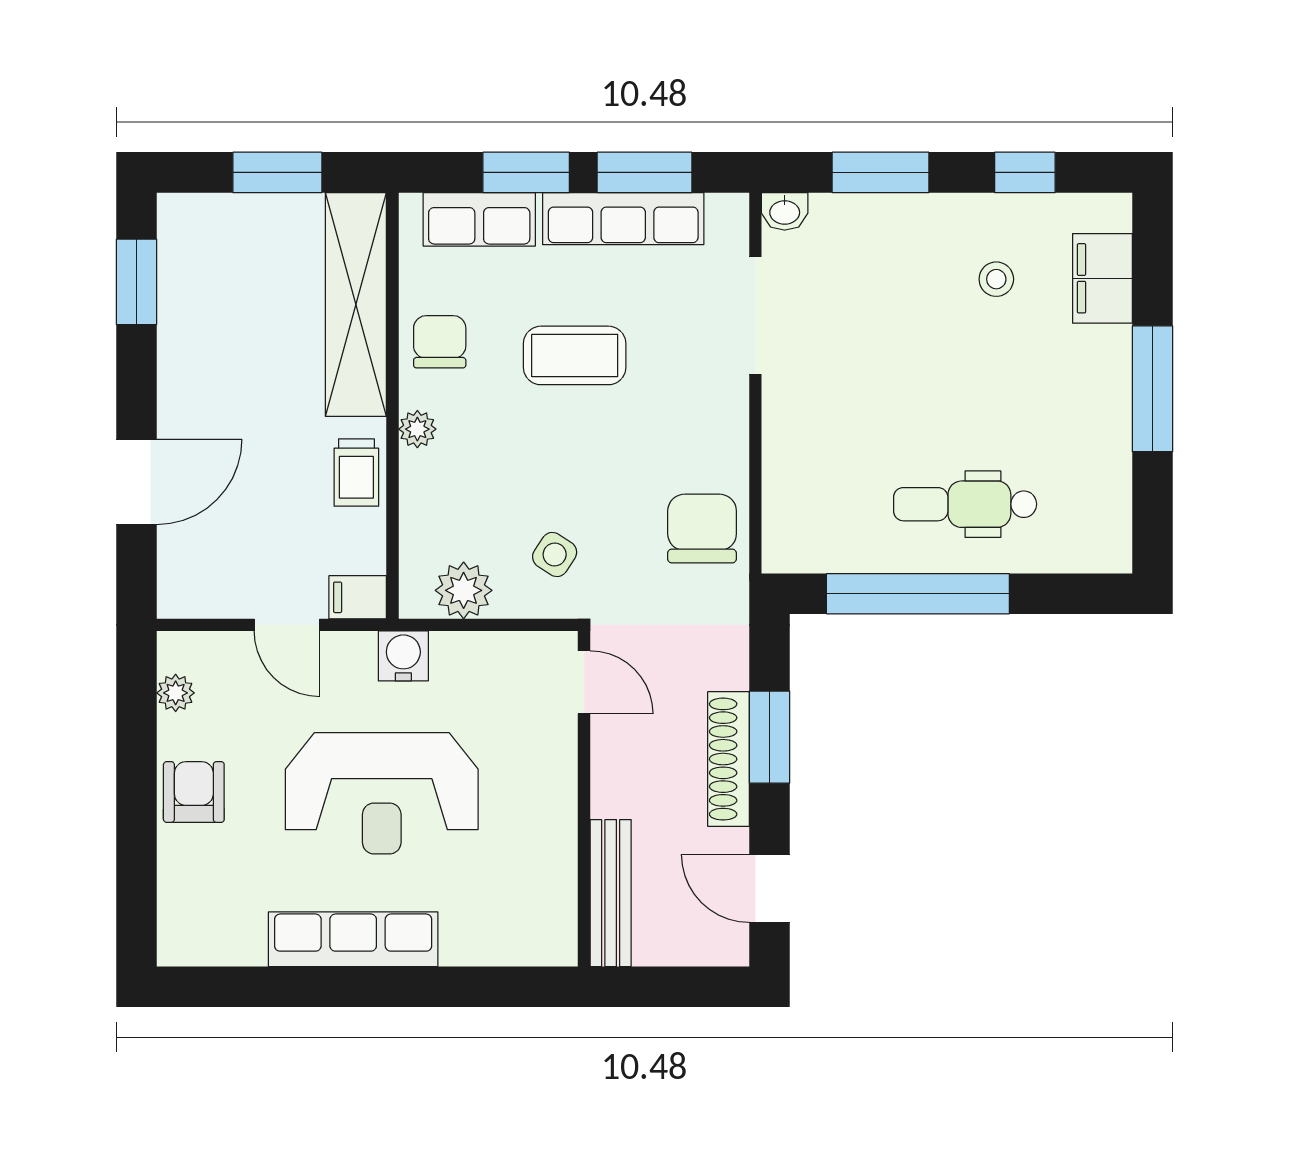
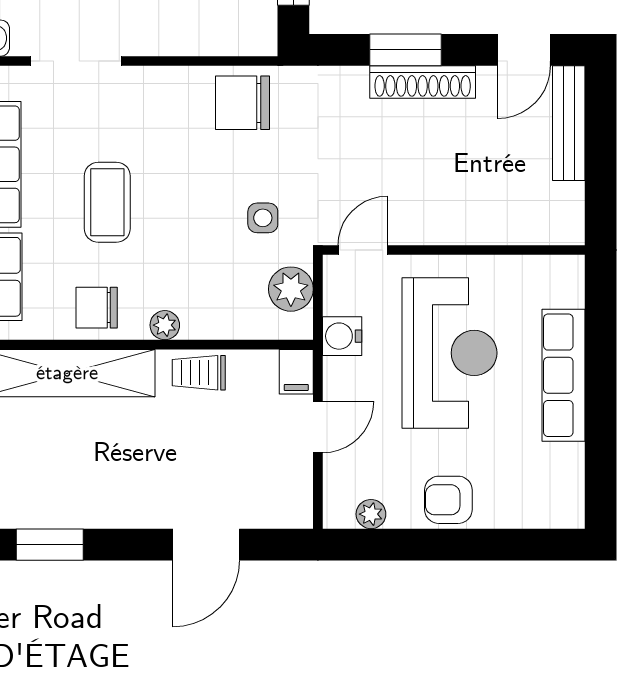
trolley: (356, 472) -> (199, 373), turned 180
door: (137, 482) -> (206, 545), swing flipped
side table: (555, 554) -> (263, 218), turned -33
door: (584, 682) -> (363, 250), moved
wall: (584, 799) -> (454, 250), moved
bench: (611, 893) -> (569, 123), moved, turned 90

